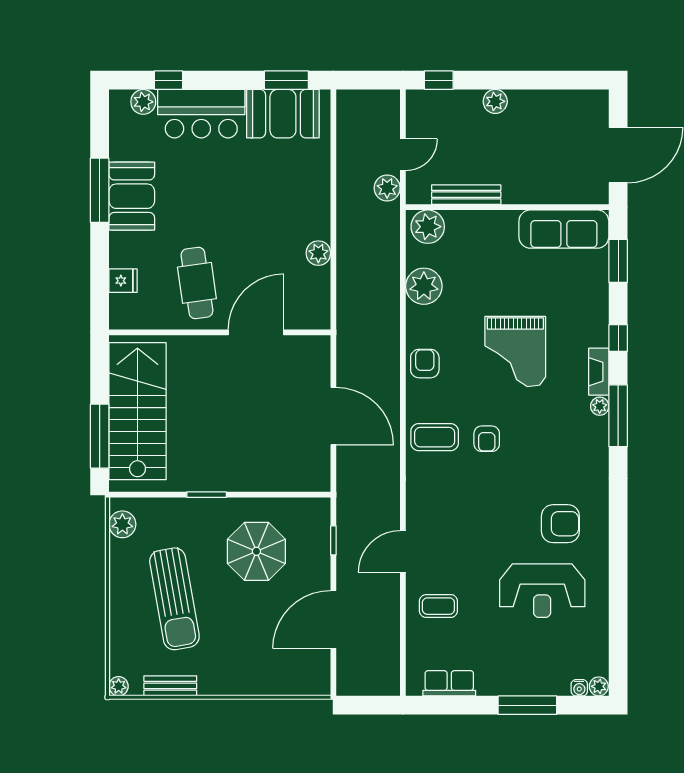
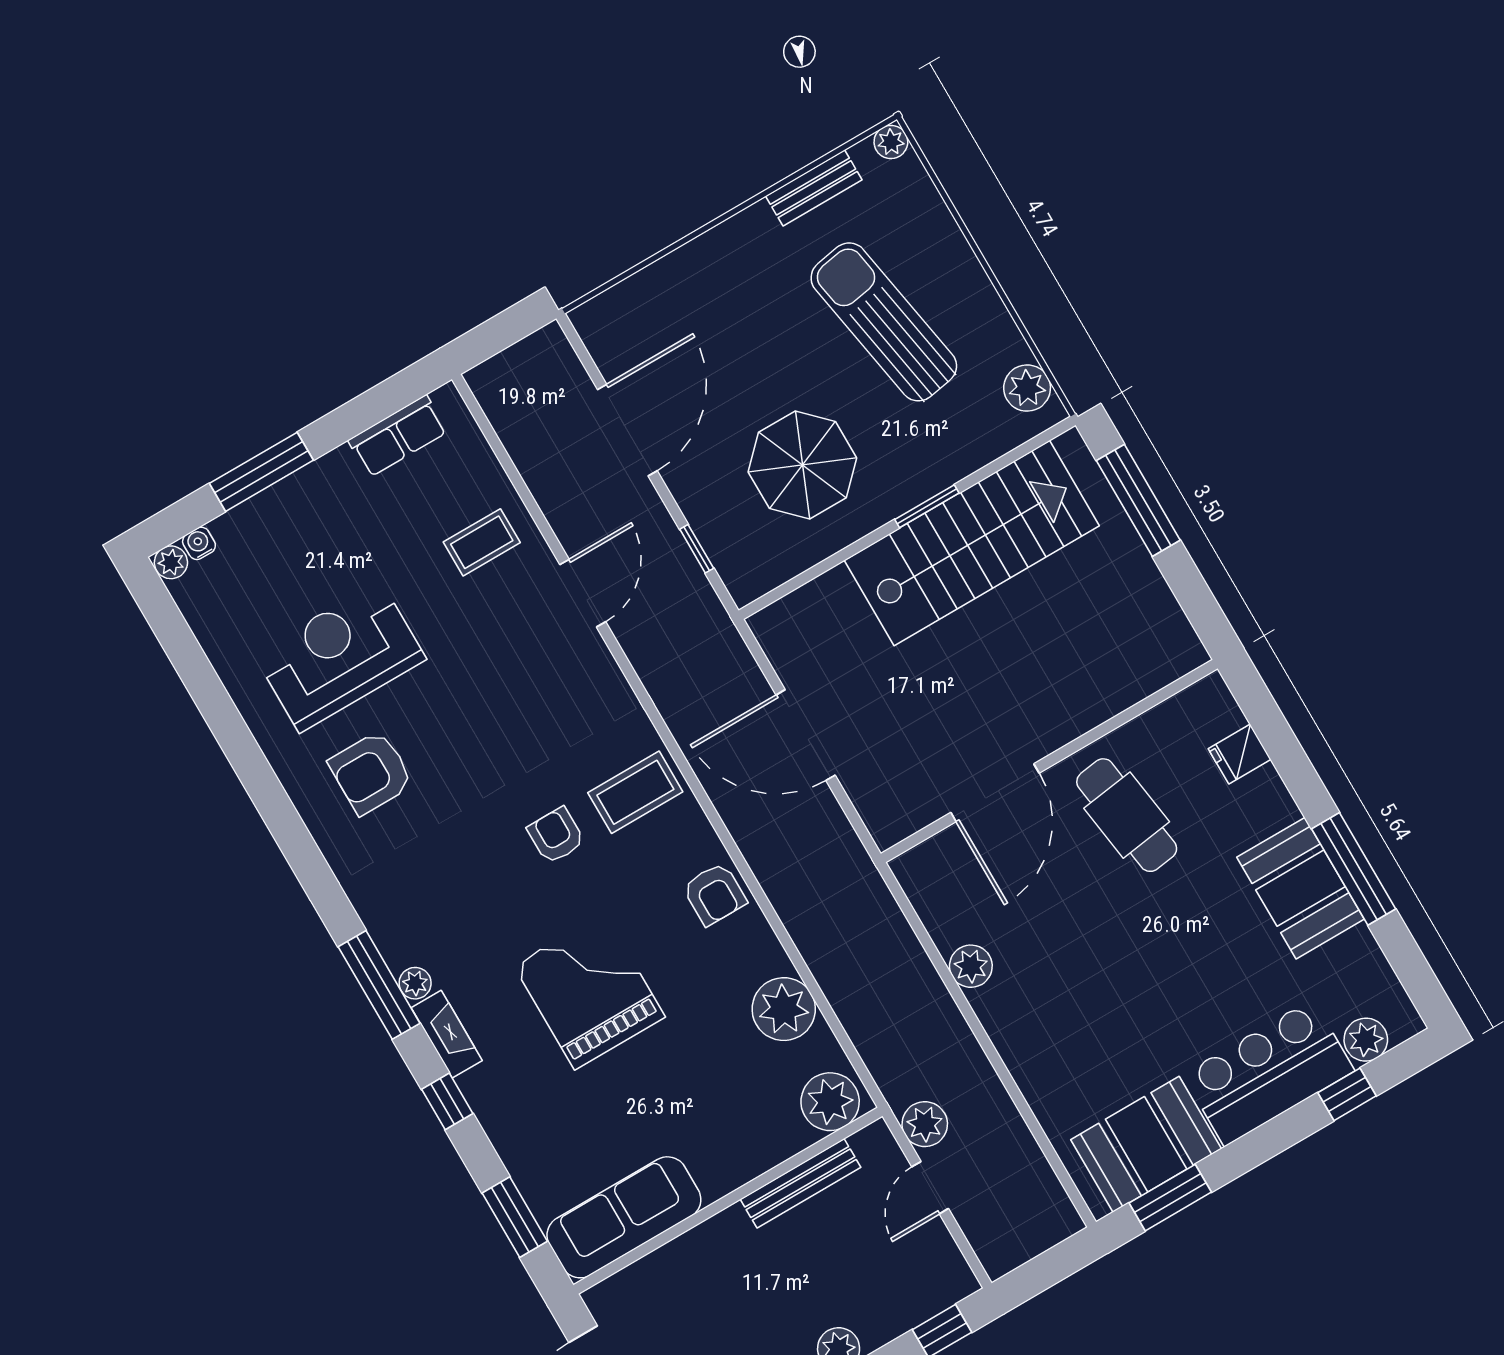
stairs: (137, 411) -> (972, 543), moved, turned -90

